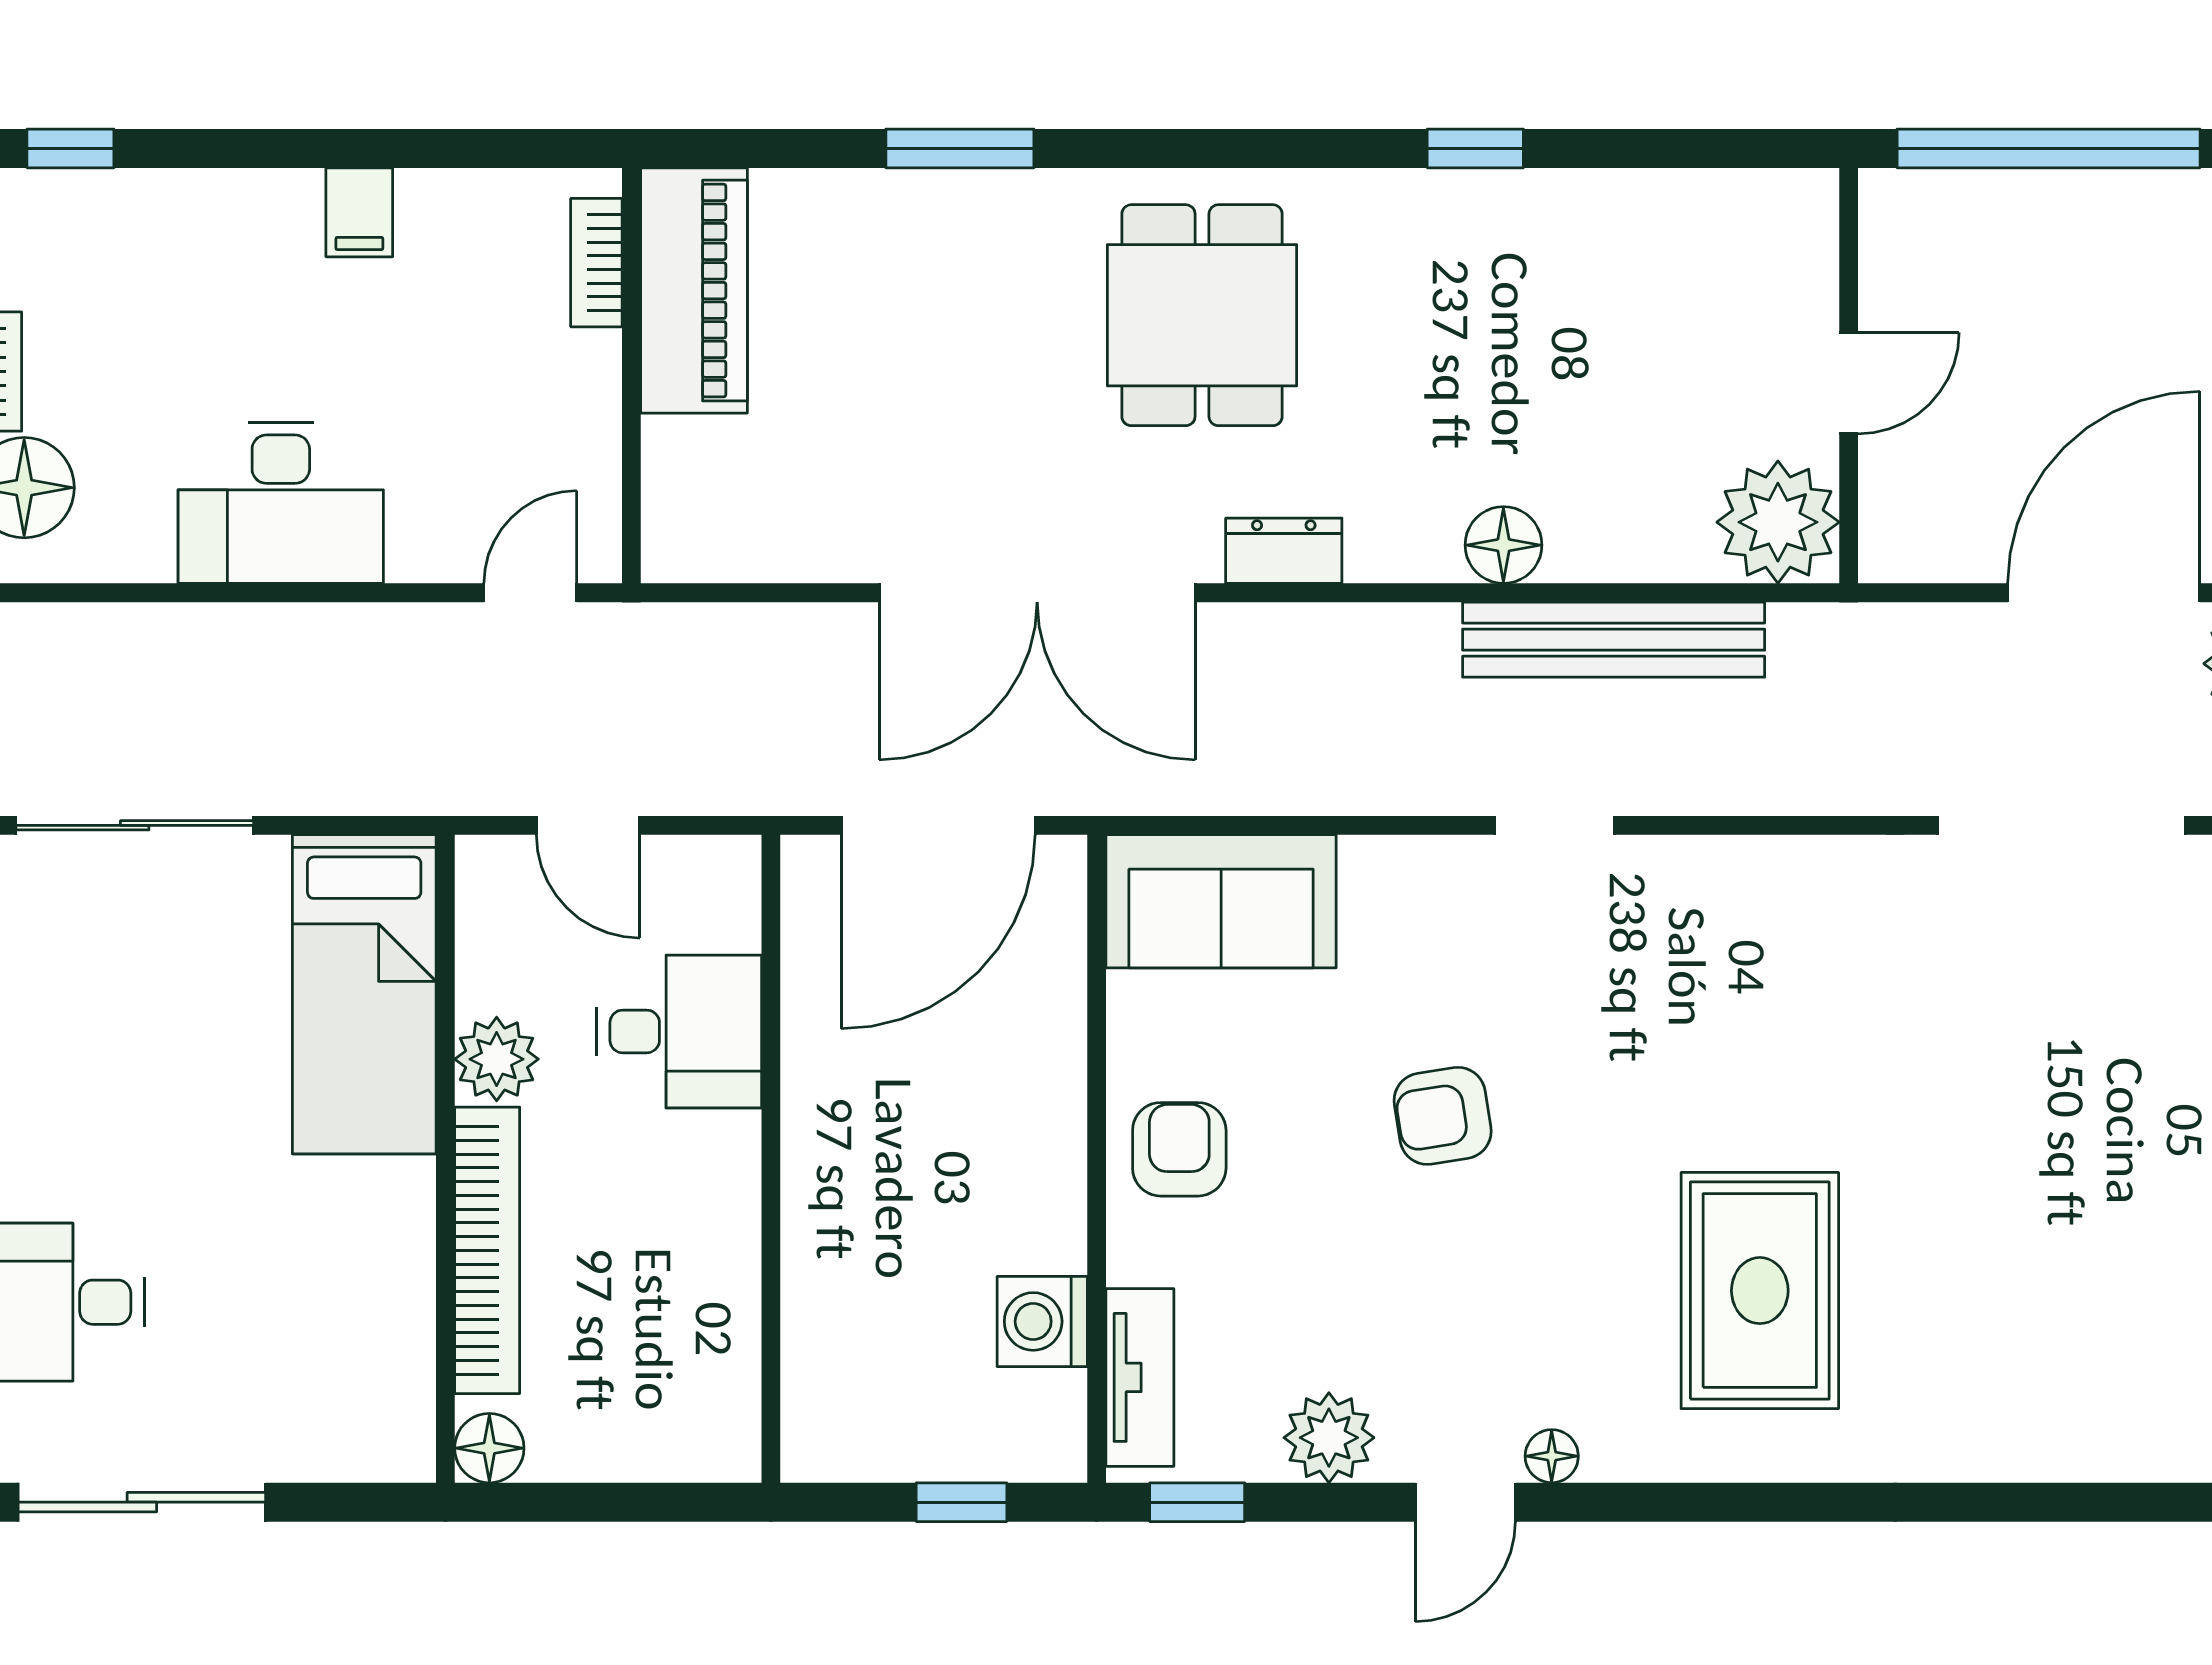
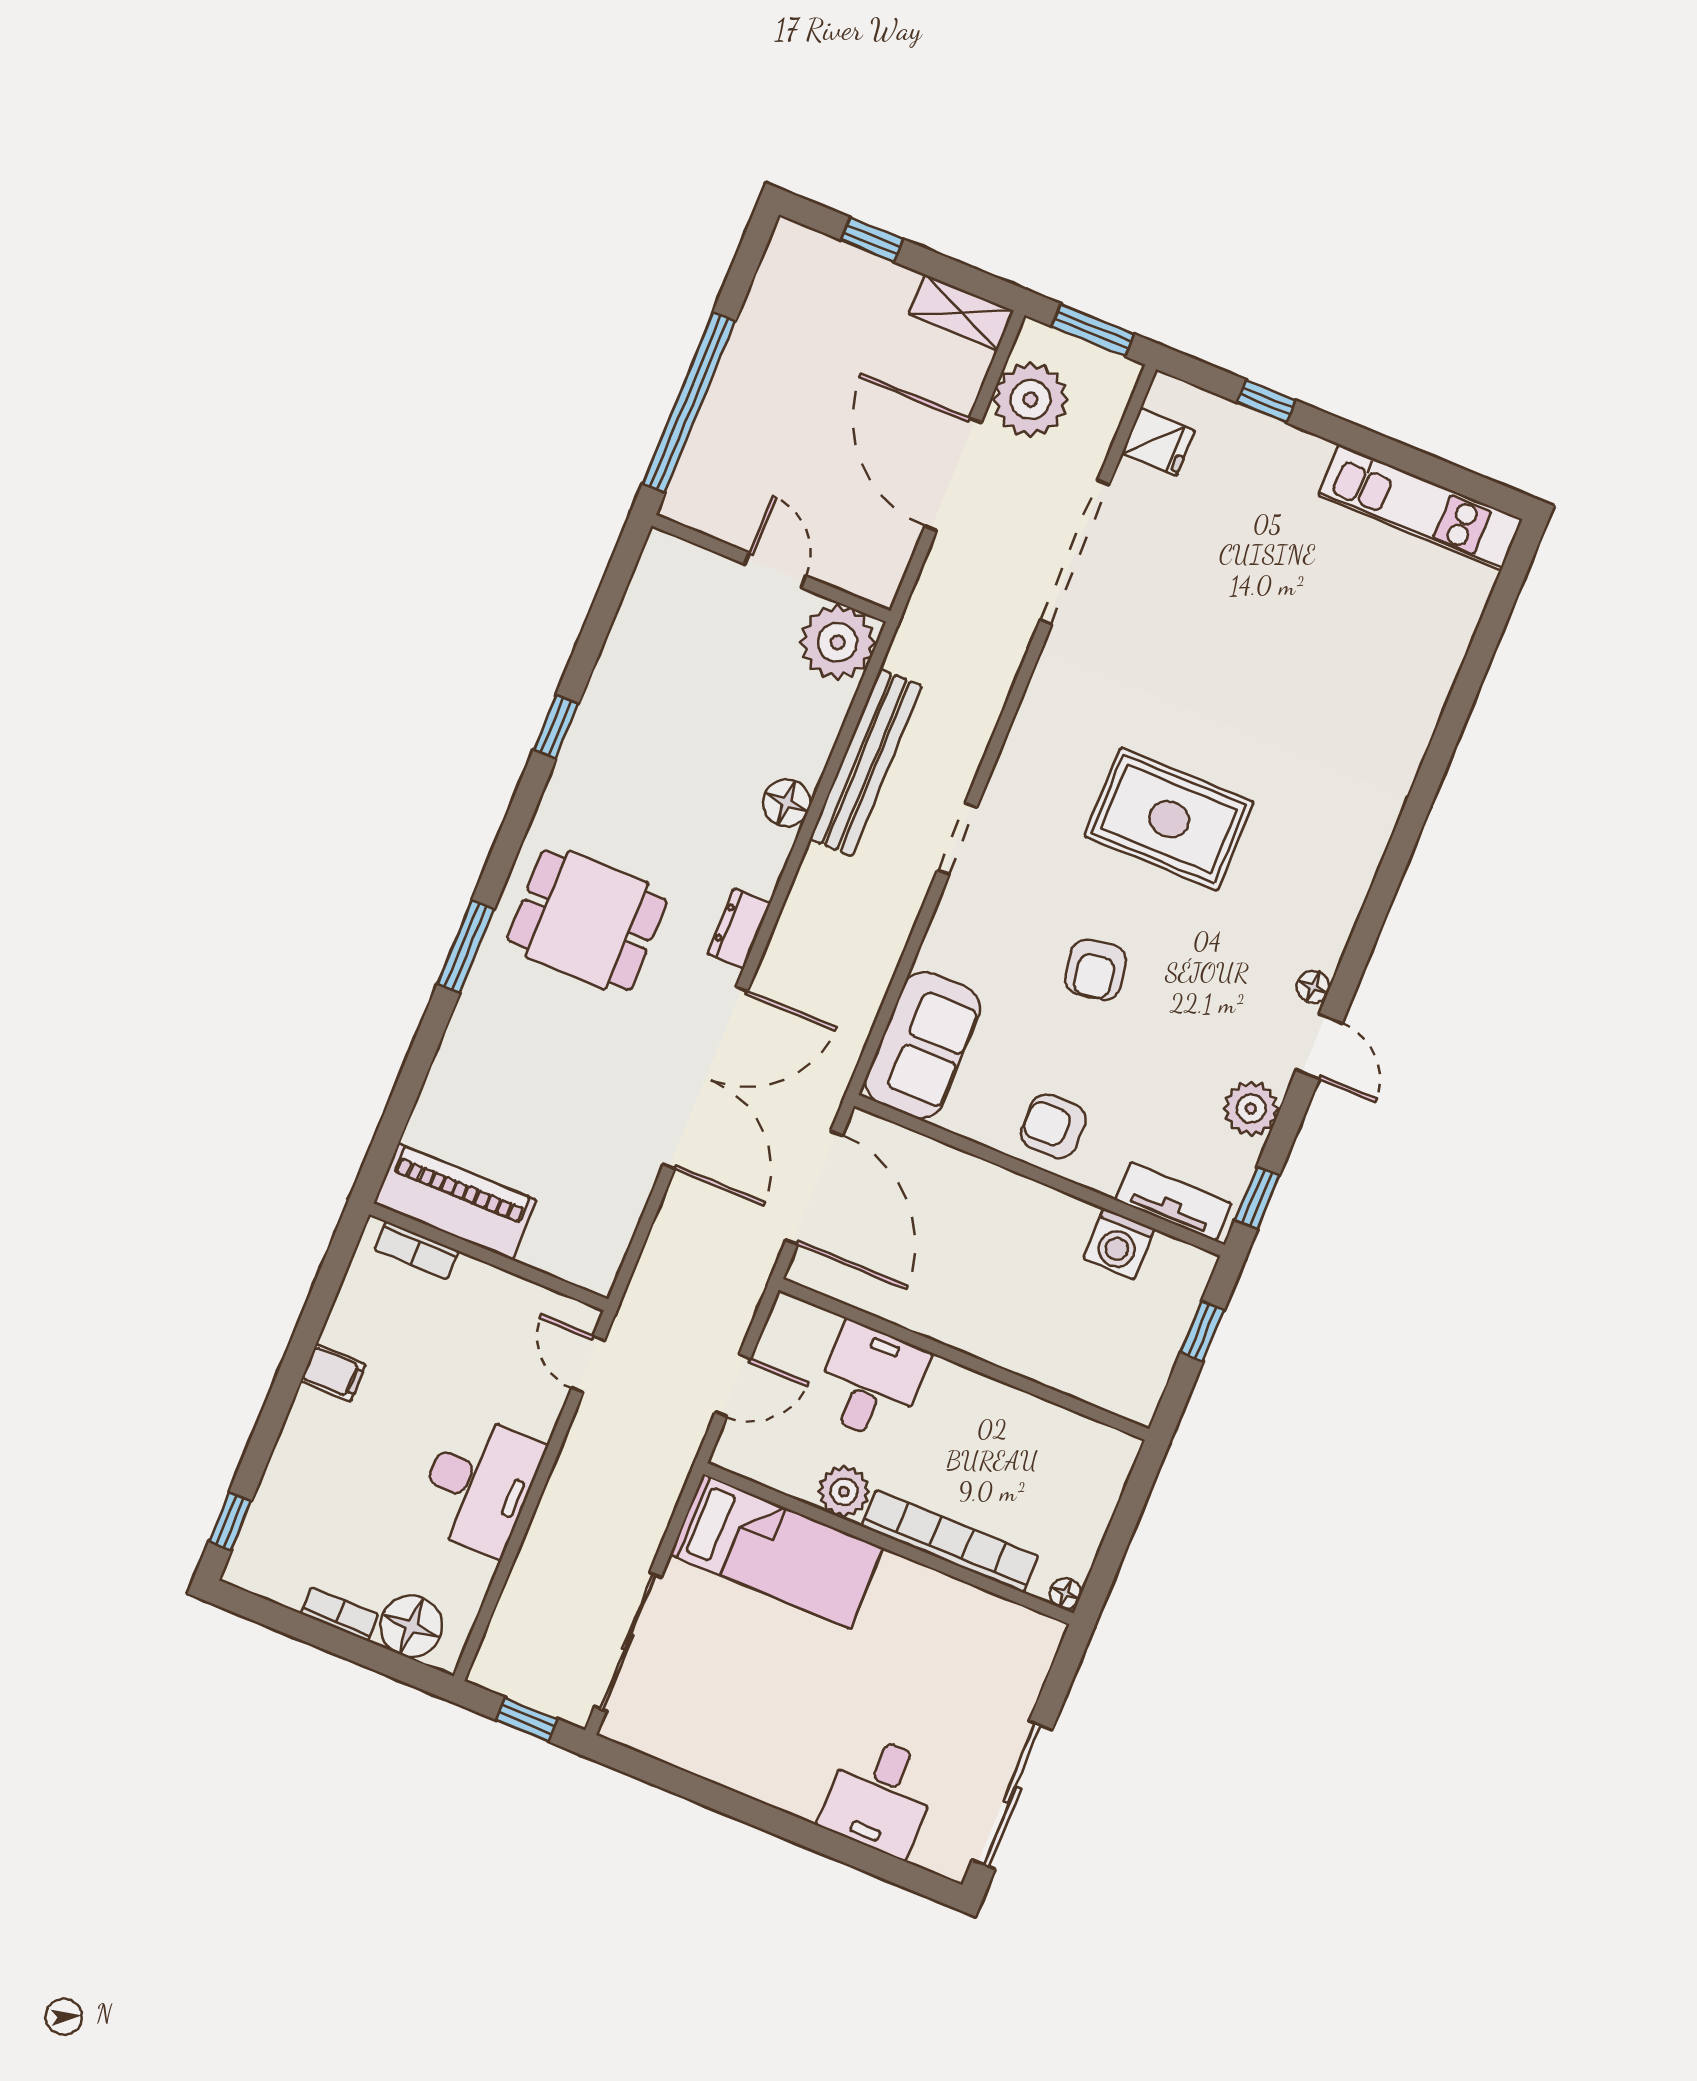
window: (960, 148) -> (466, 947), moved
rug: (1760, 1291) -> (1169, 819), moved
floor lamp: (489, 1448) -> (1065, 1593), width x0.73, depth x0.73

